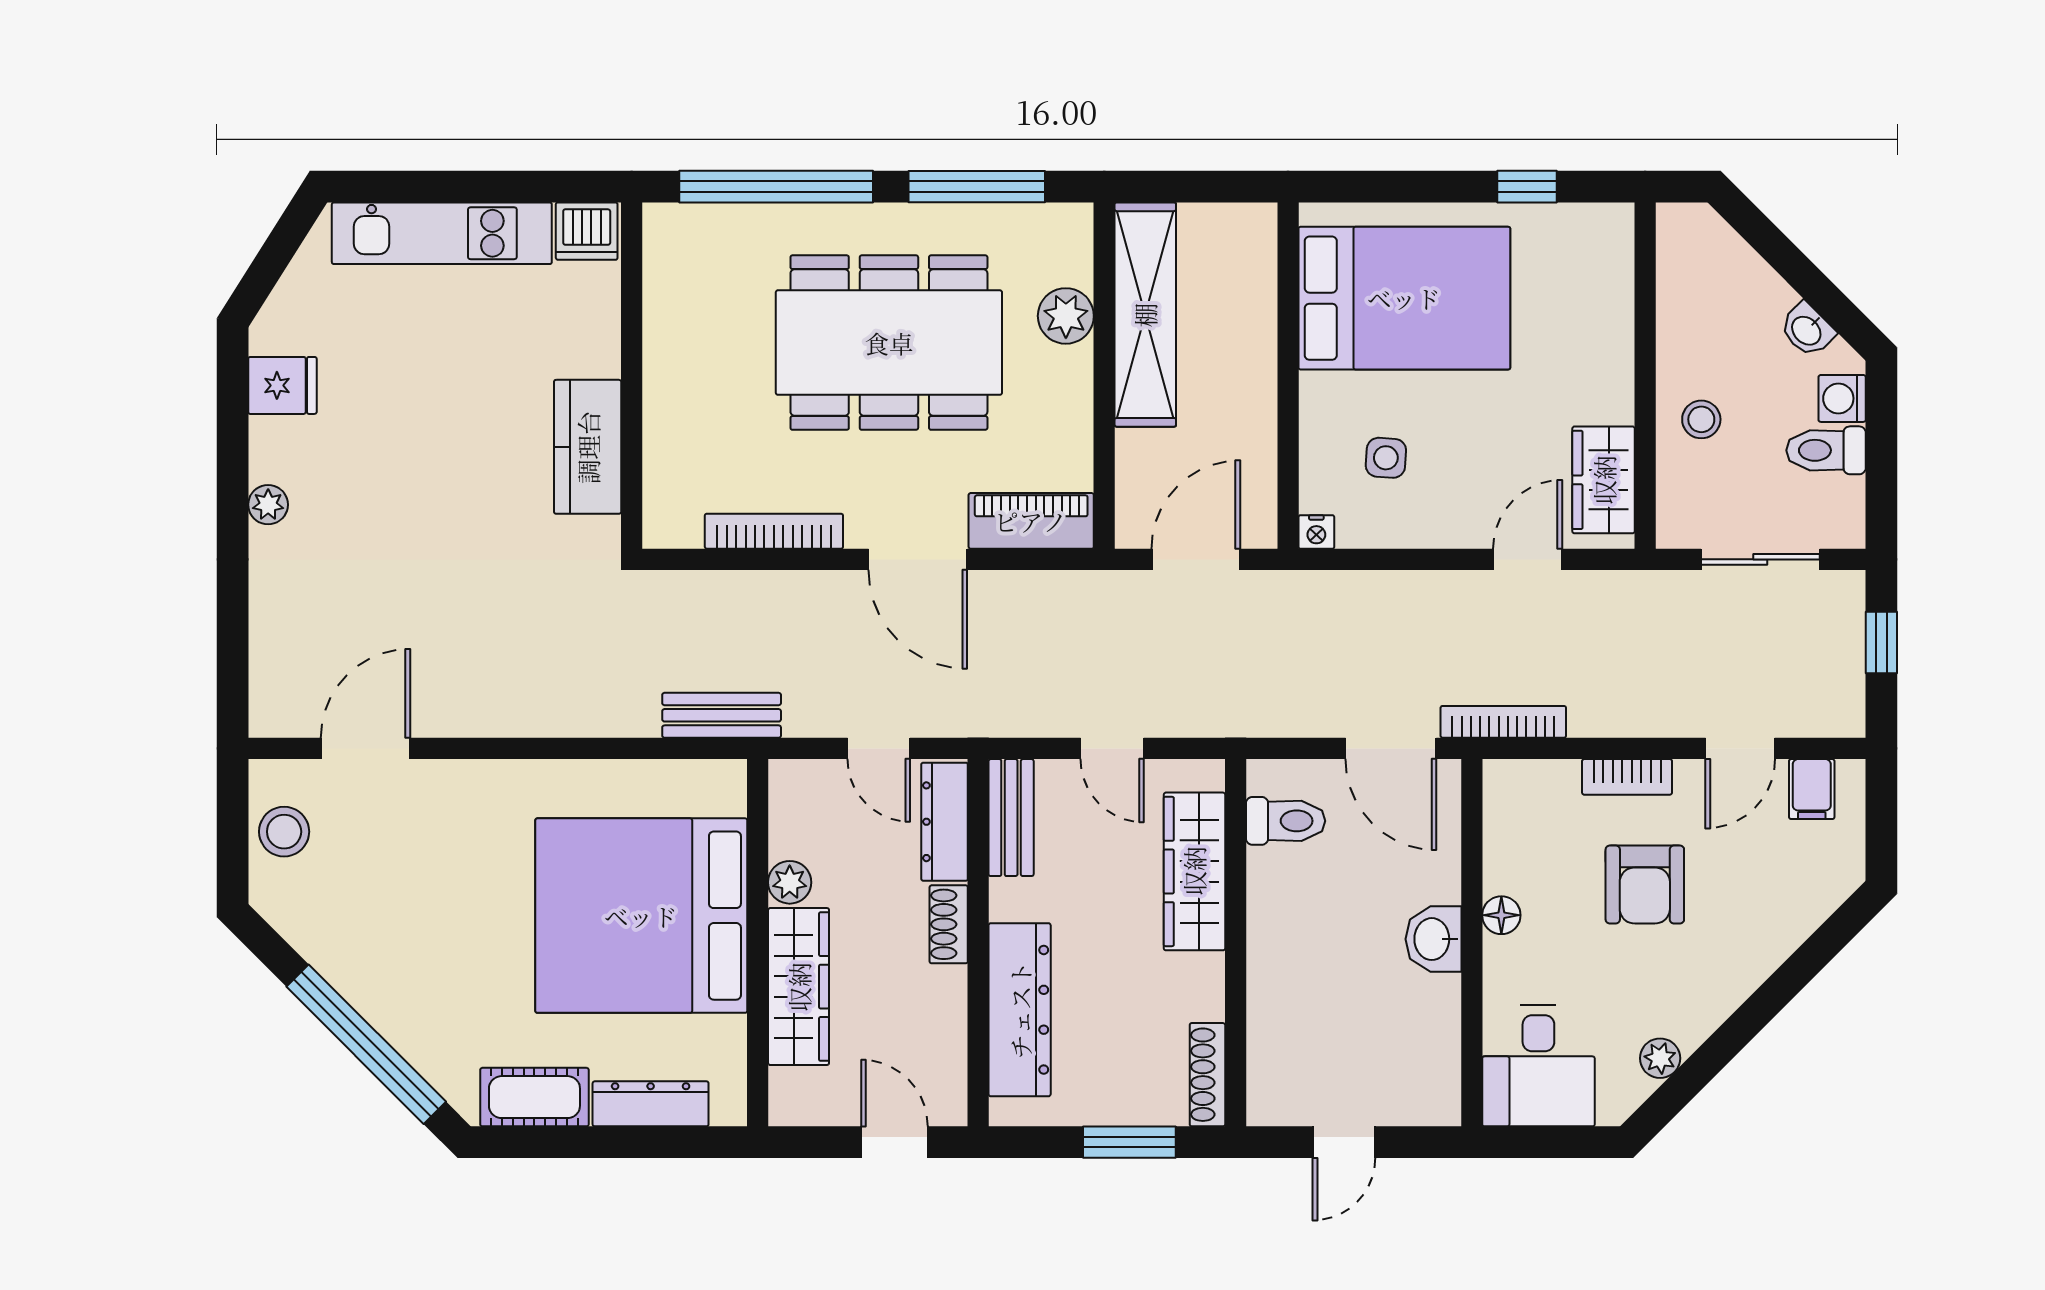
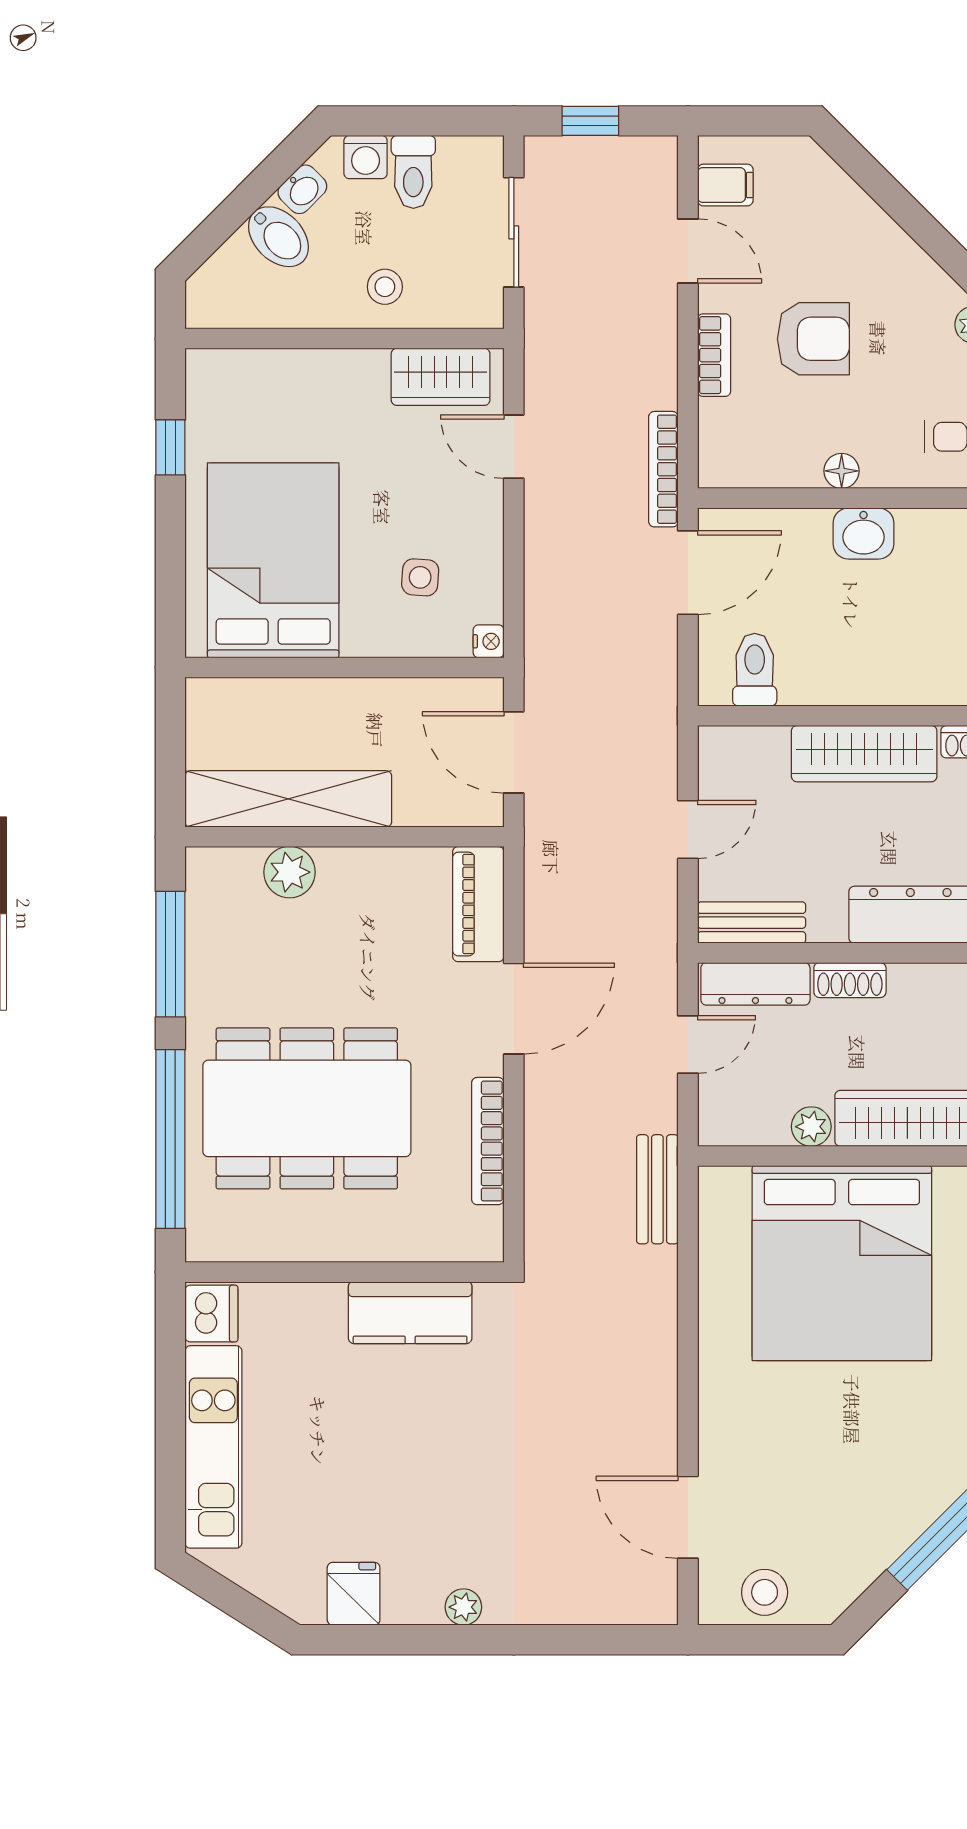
bidet: (1756, 304) -> (278, 237), added
dining table: (889, 343) -> (307, 1108), moved, turned 90
wardrobe: (1194, 871) -> (864, 754), moved

